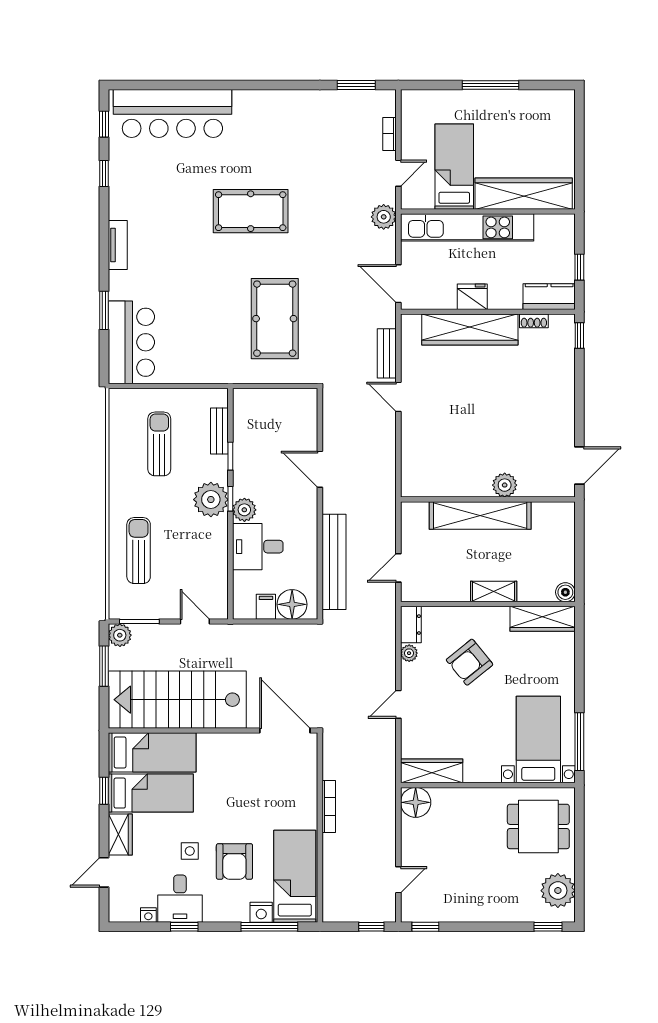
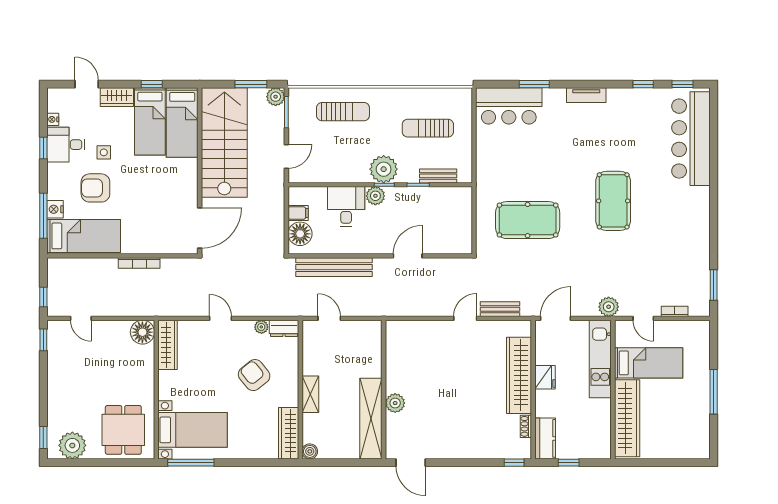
kitchen unit: (467, 227) -> (600, 359), width x0.73
sun lounger: (159, 444) -> (428, 128), turned 180
shelving: (480, 515) -> (371, 419), moved

